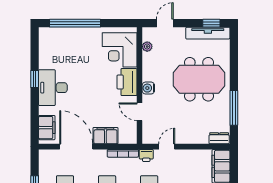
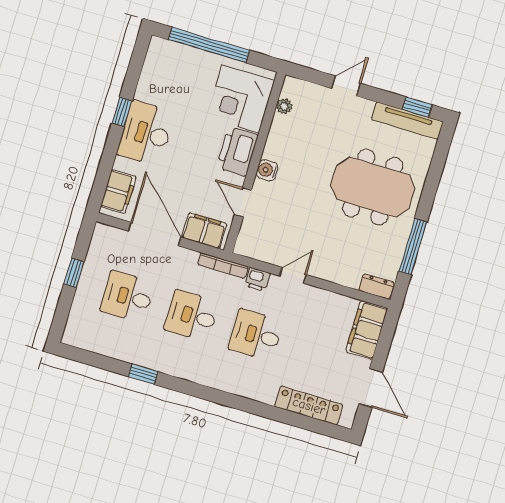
plant: (147, 47) -> (284, 106), moved
corner desk: (120, 50) -> (241, 99), moved
printer: (127, 82) -> (237, 151), moved
wall: (140, 86) -> (255, 162), moved
water cooler: (148, 88) -> (267, 170), moved
door: (140, 112) -> (243, 202), moved

